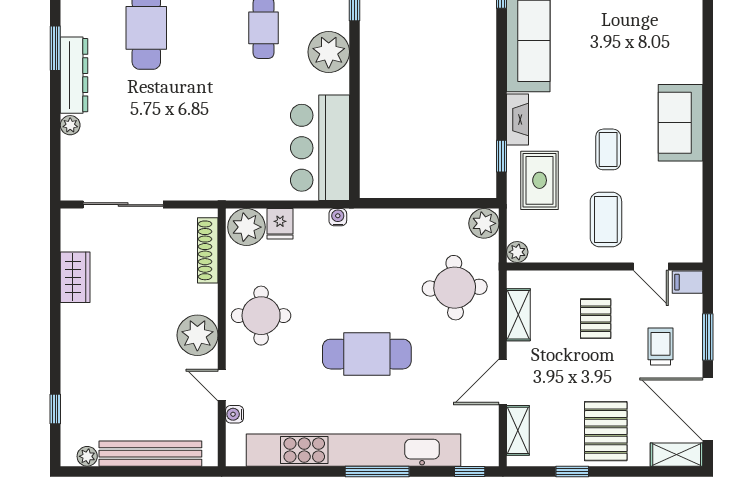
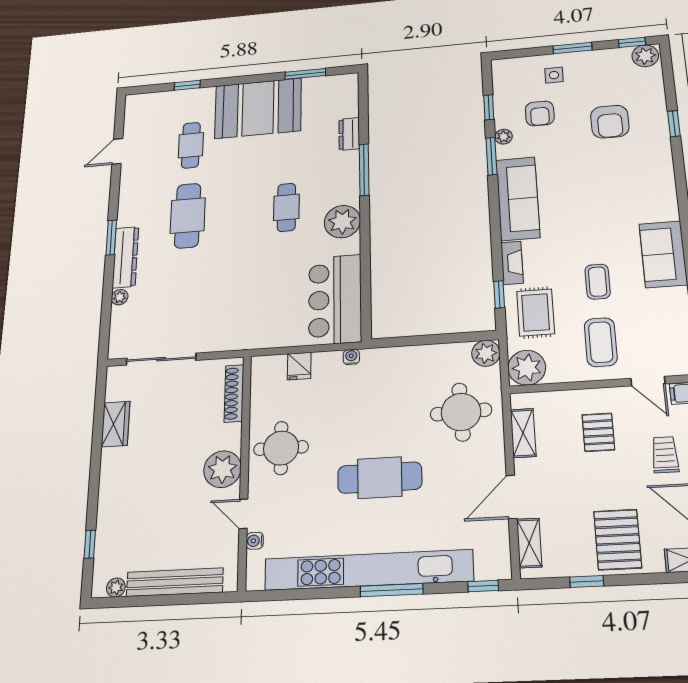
plant: (246, 227) -> (269, 371), removed
plant: (517, 252) -> (527, 368), width x1.88, depth x1.88

